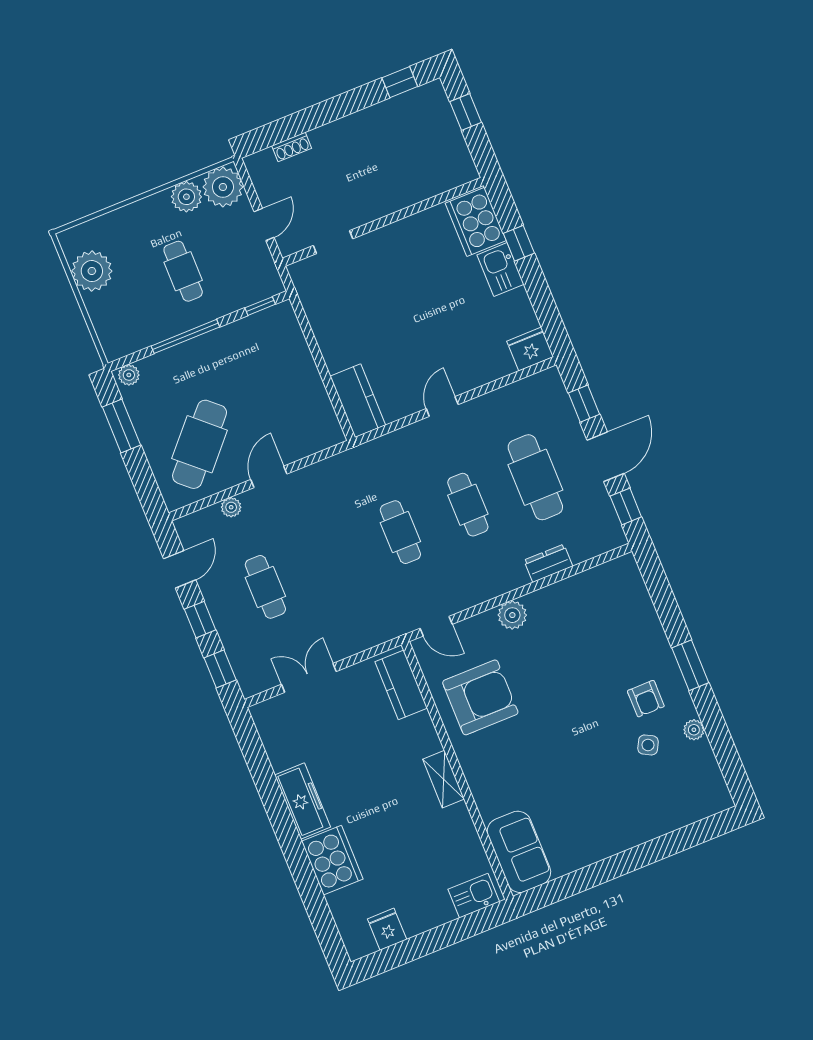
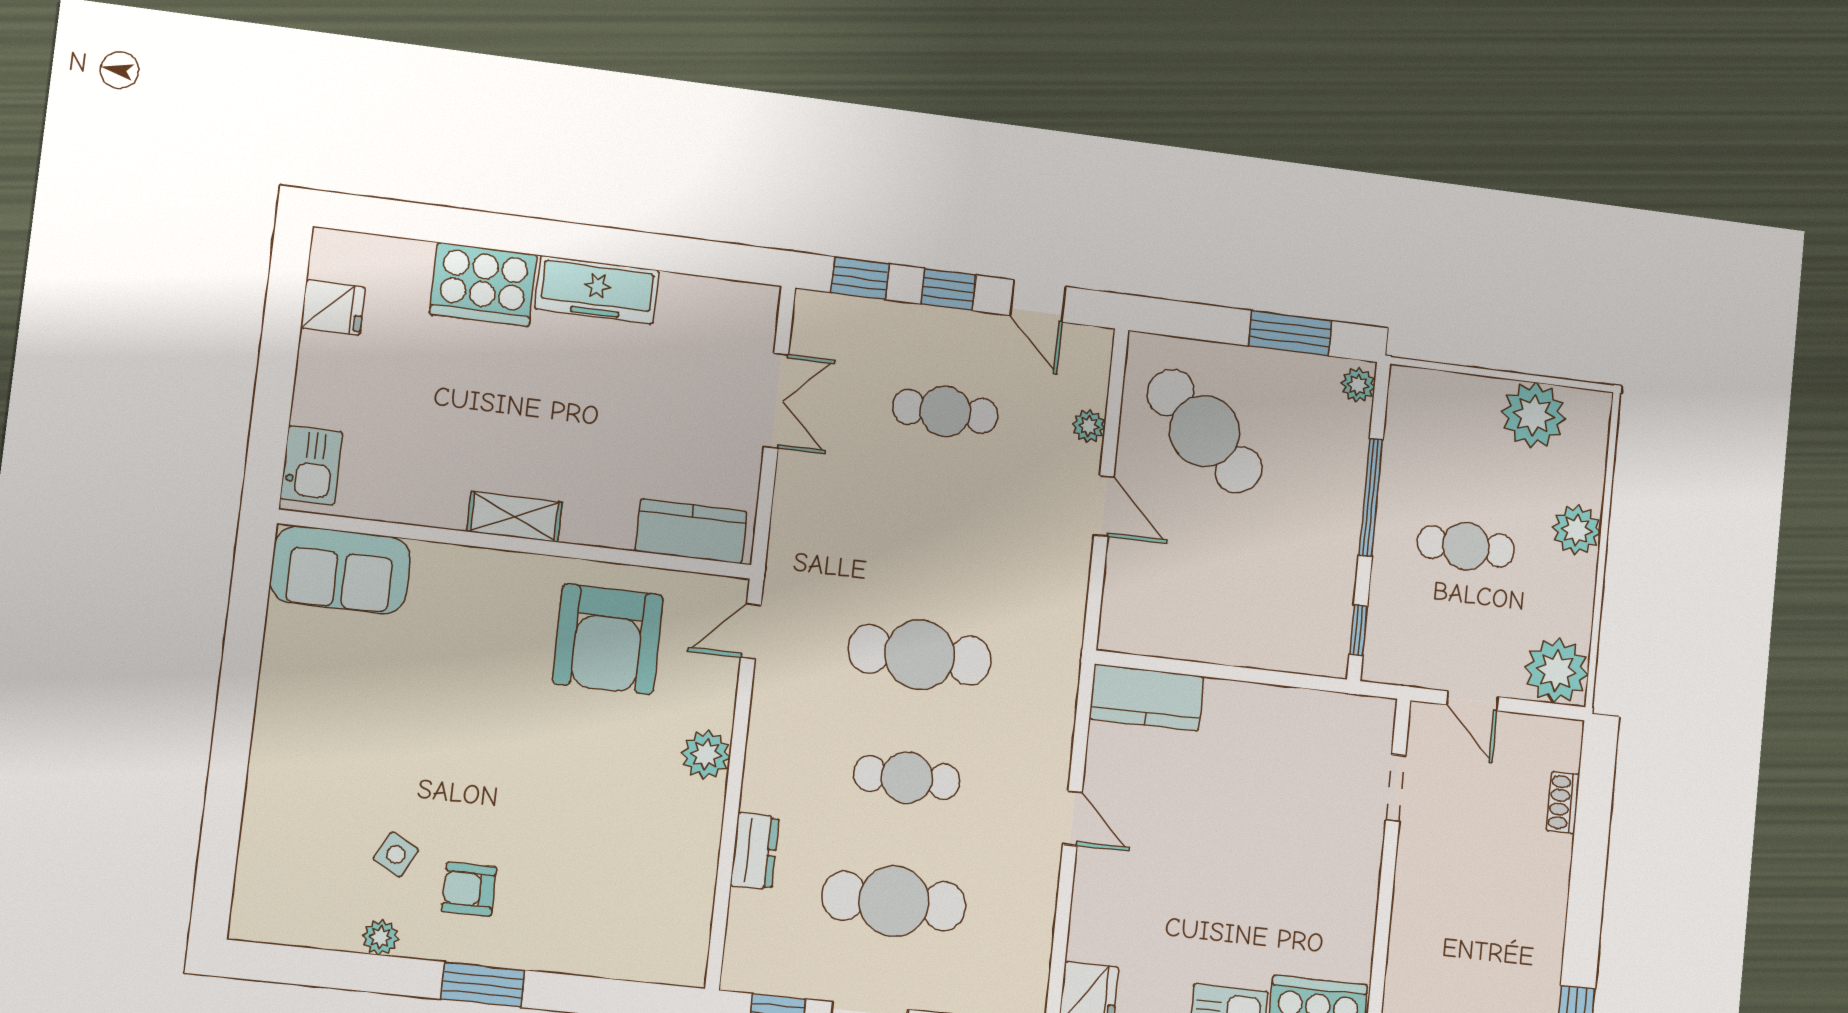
plant: (186, 197) -> (1577, 530), moved
cafe table: (400, 532) -> (920, 655), width x1.37, depth x1.35

